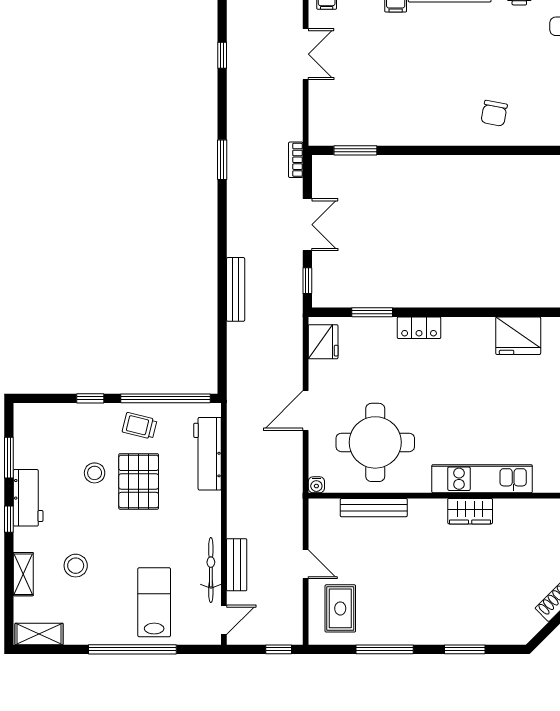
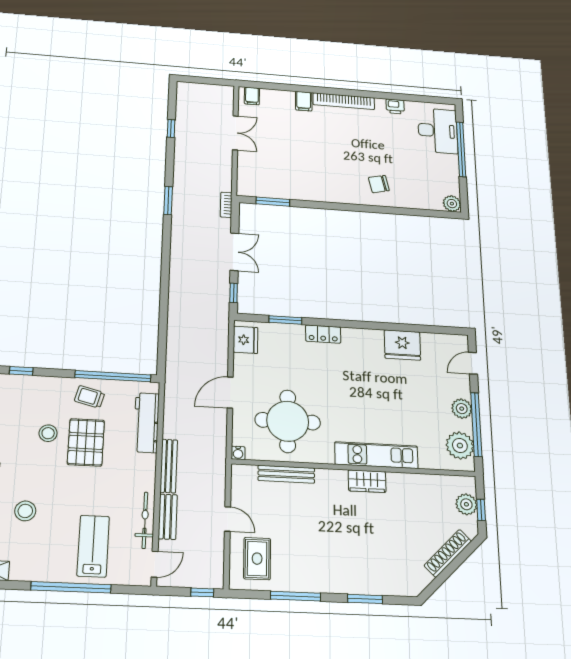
chair: (494, 113) -> (379, 184), turned 66
bench: (236, 289) -> (169, 466), moved
window: (90, 398) -> (21, 371), moved

